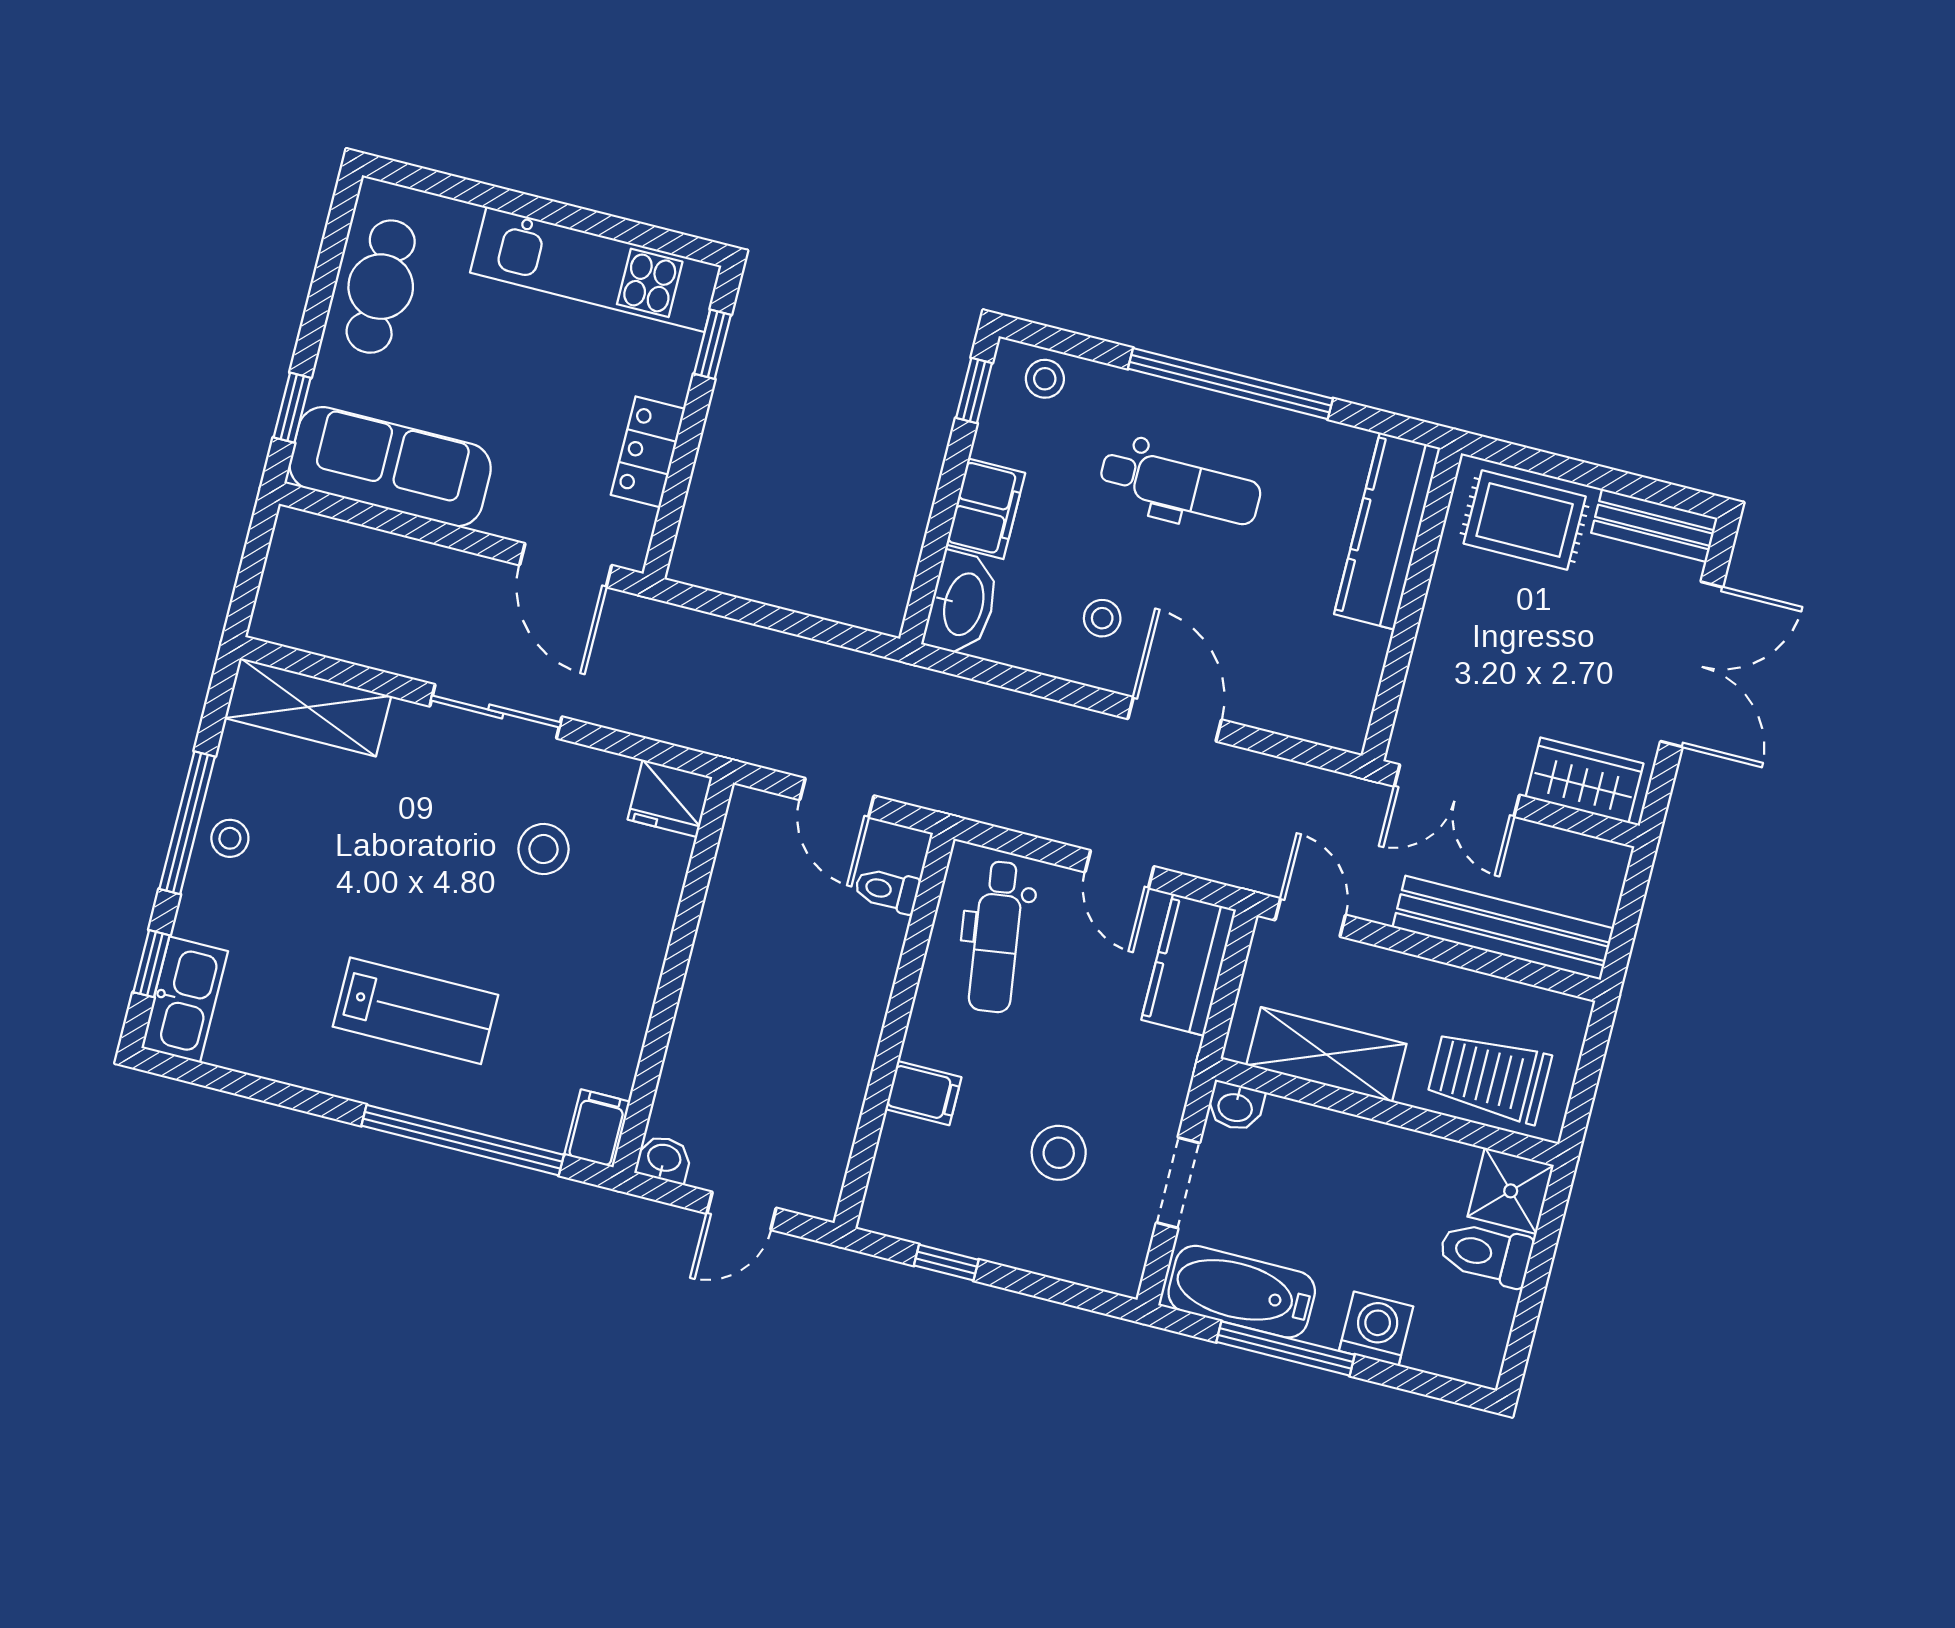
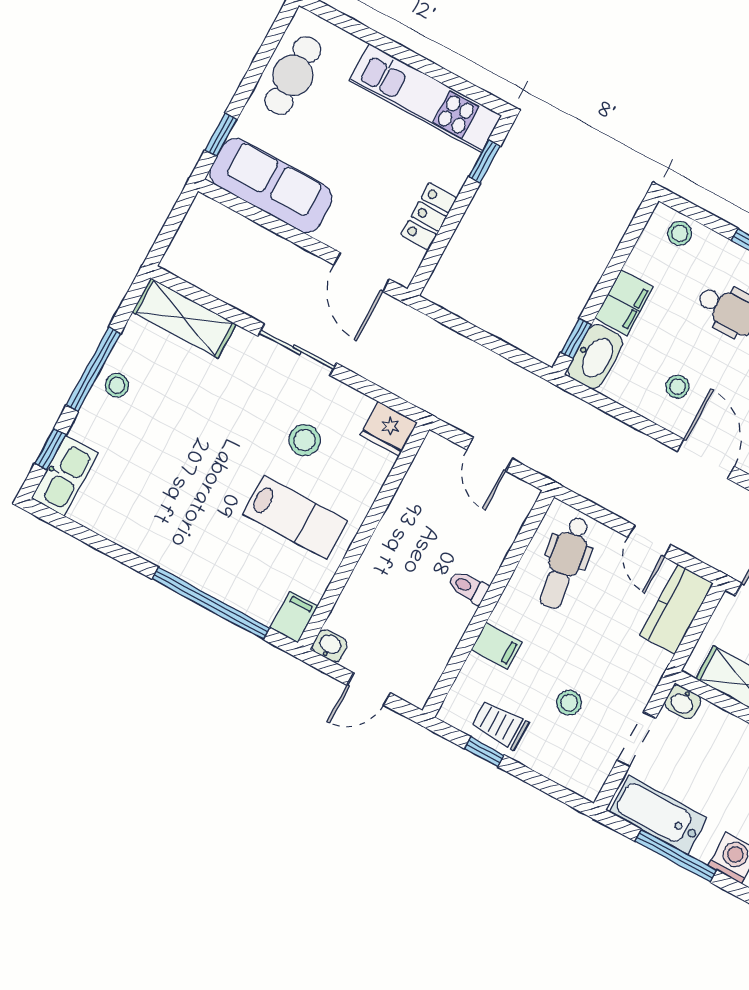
window: (974, 390) -> (576, 339), moved
toilet: (887, 890) -> (468, 587), moved
lab bench: (416, 1011) -> (295, 517), moved
stool: (1059, 1153) -> (569, 703), width x0.73, depth x0.73
trolley: (960, 1214) -> (500, 725), added

